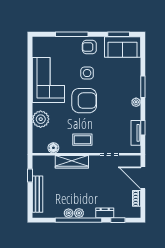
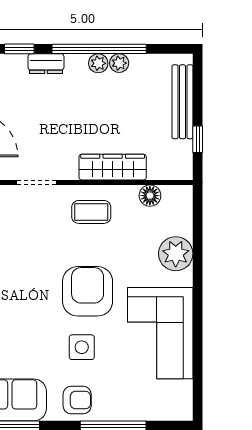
armchair: (84, 101) -> (88, 291), turned 90

